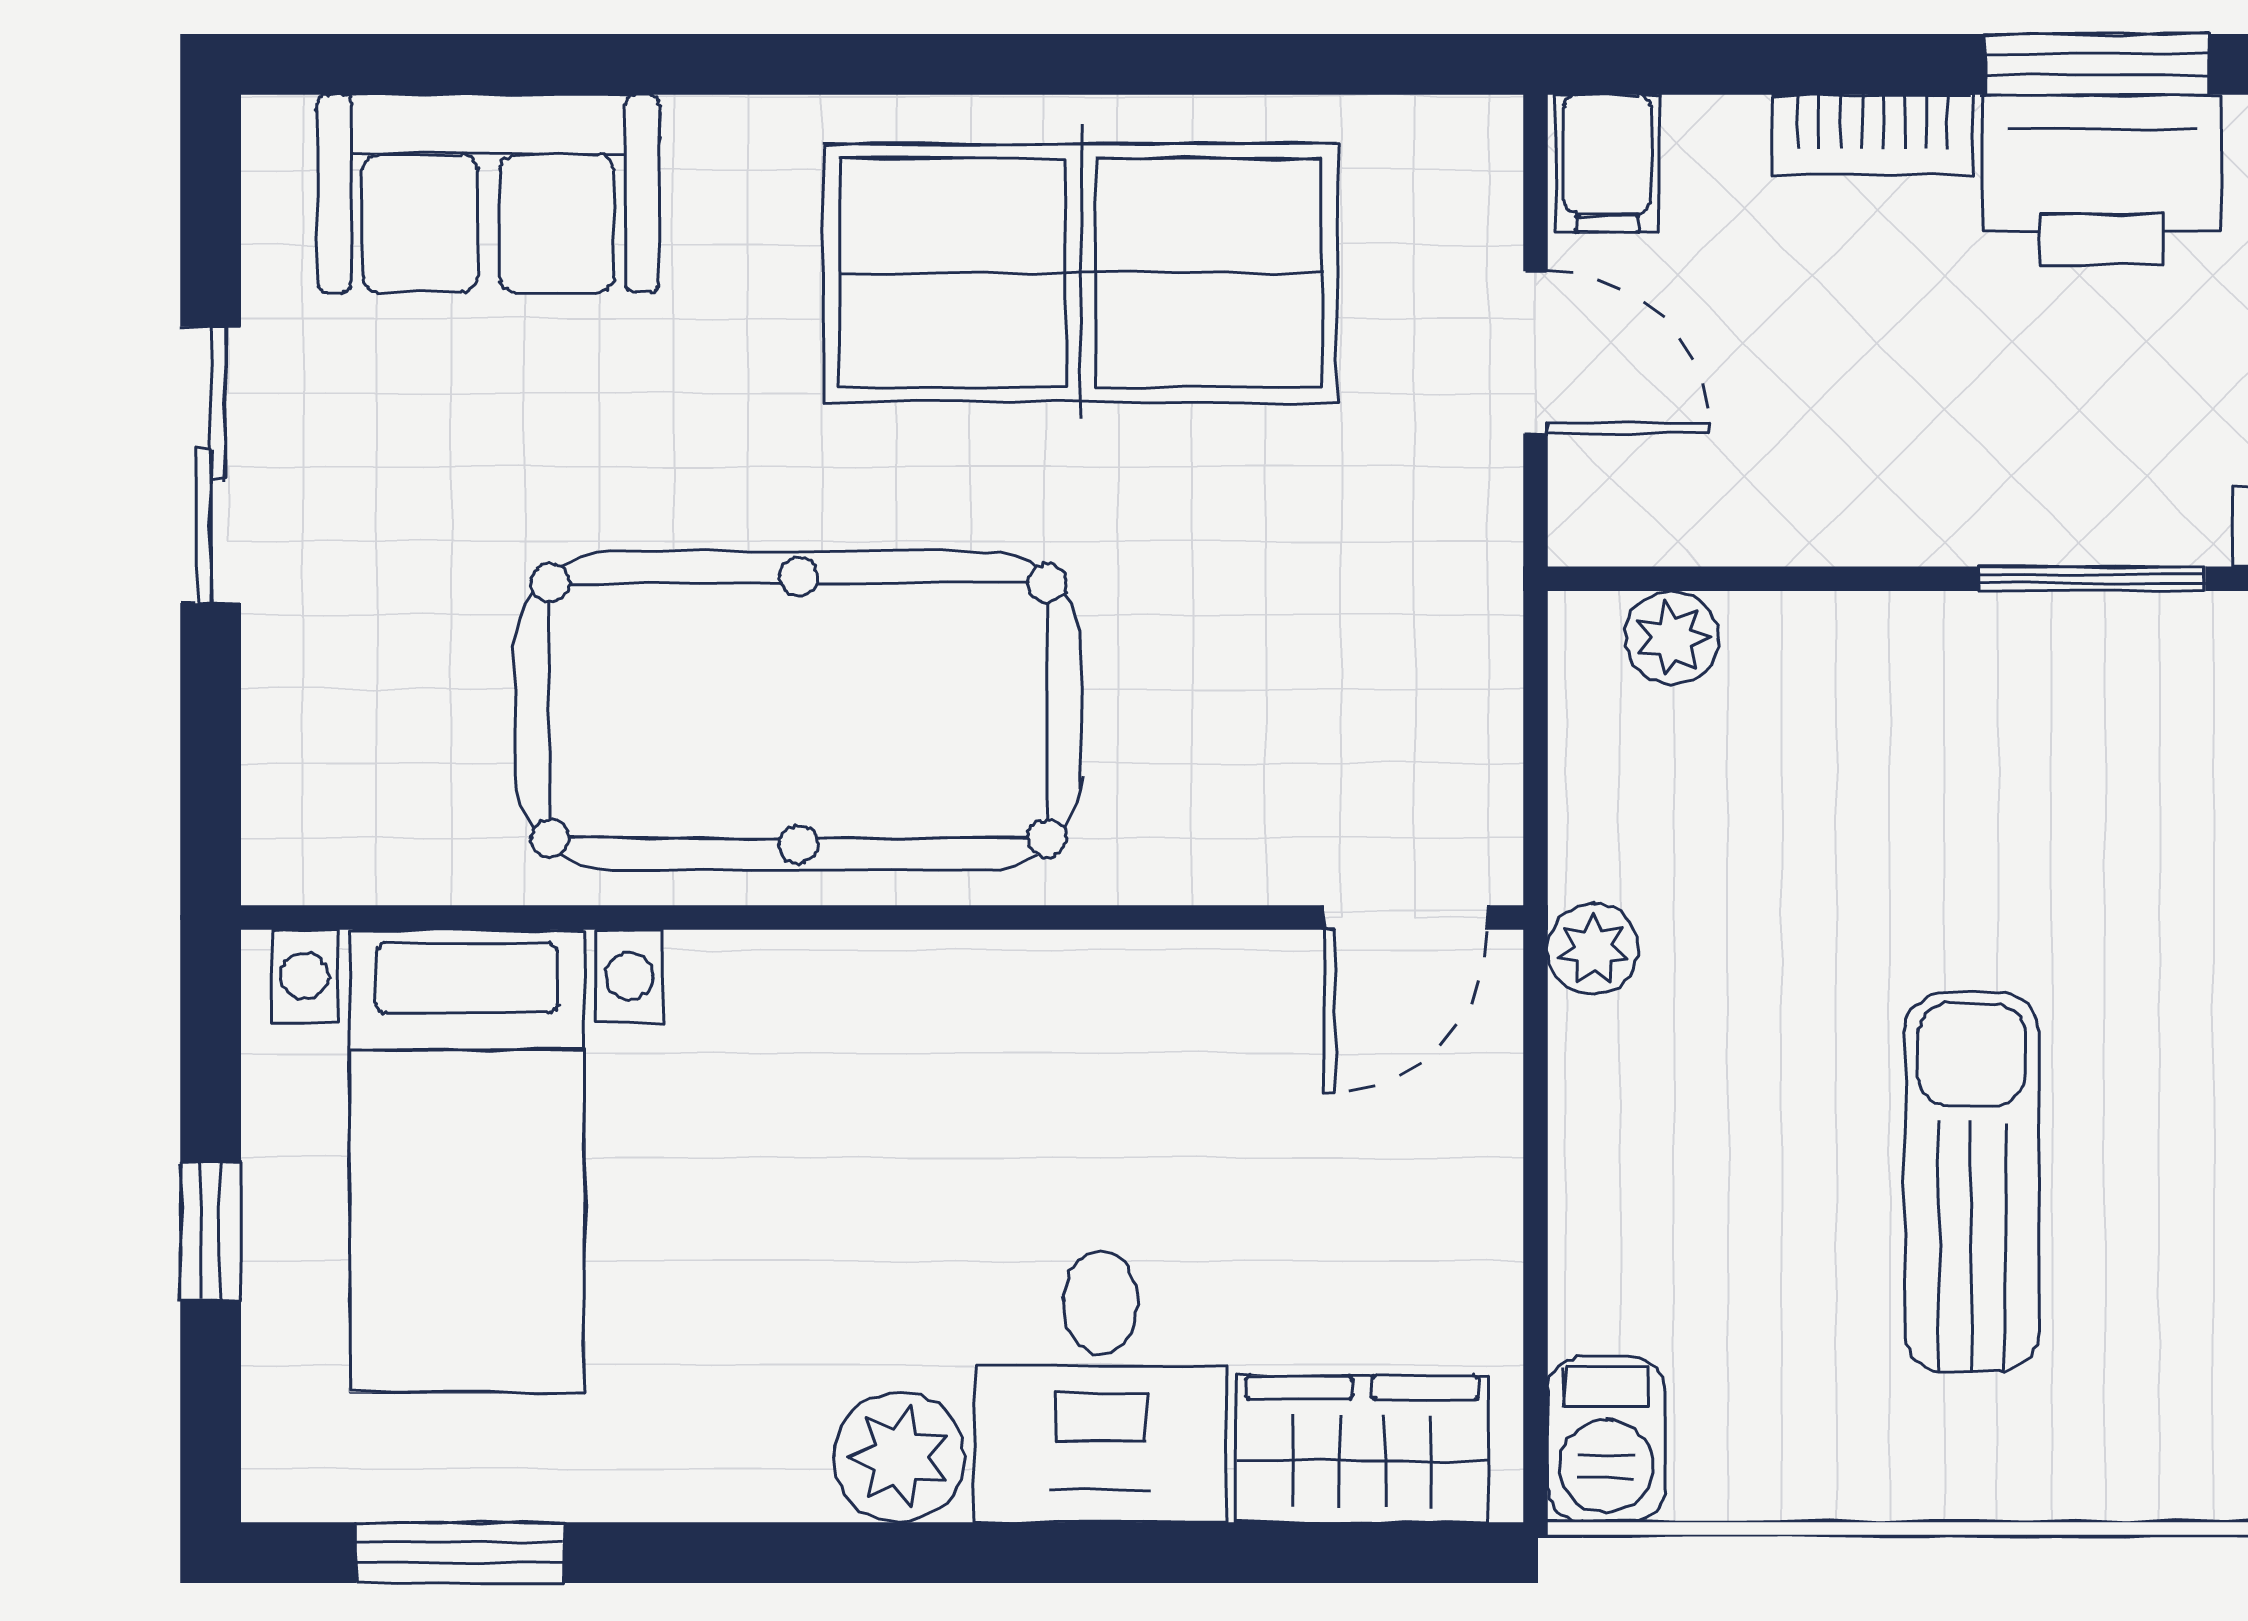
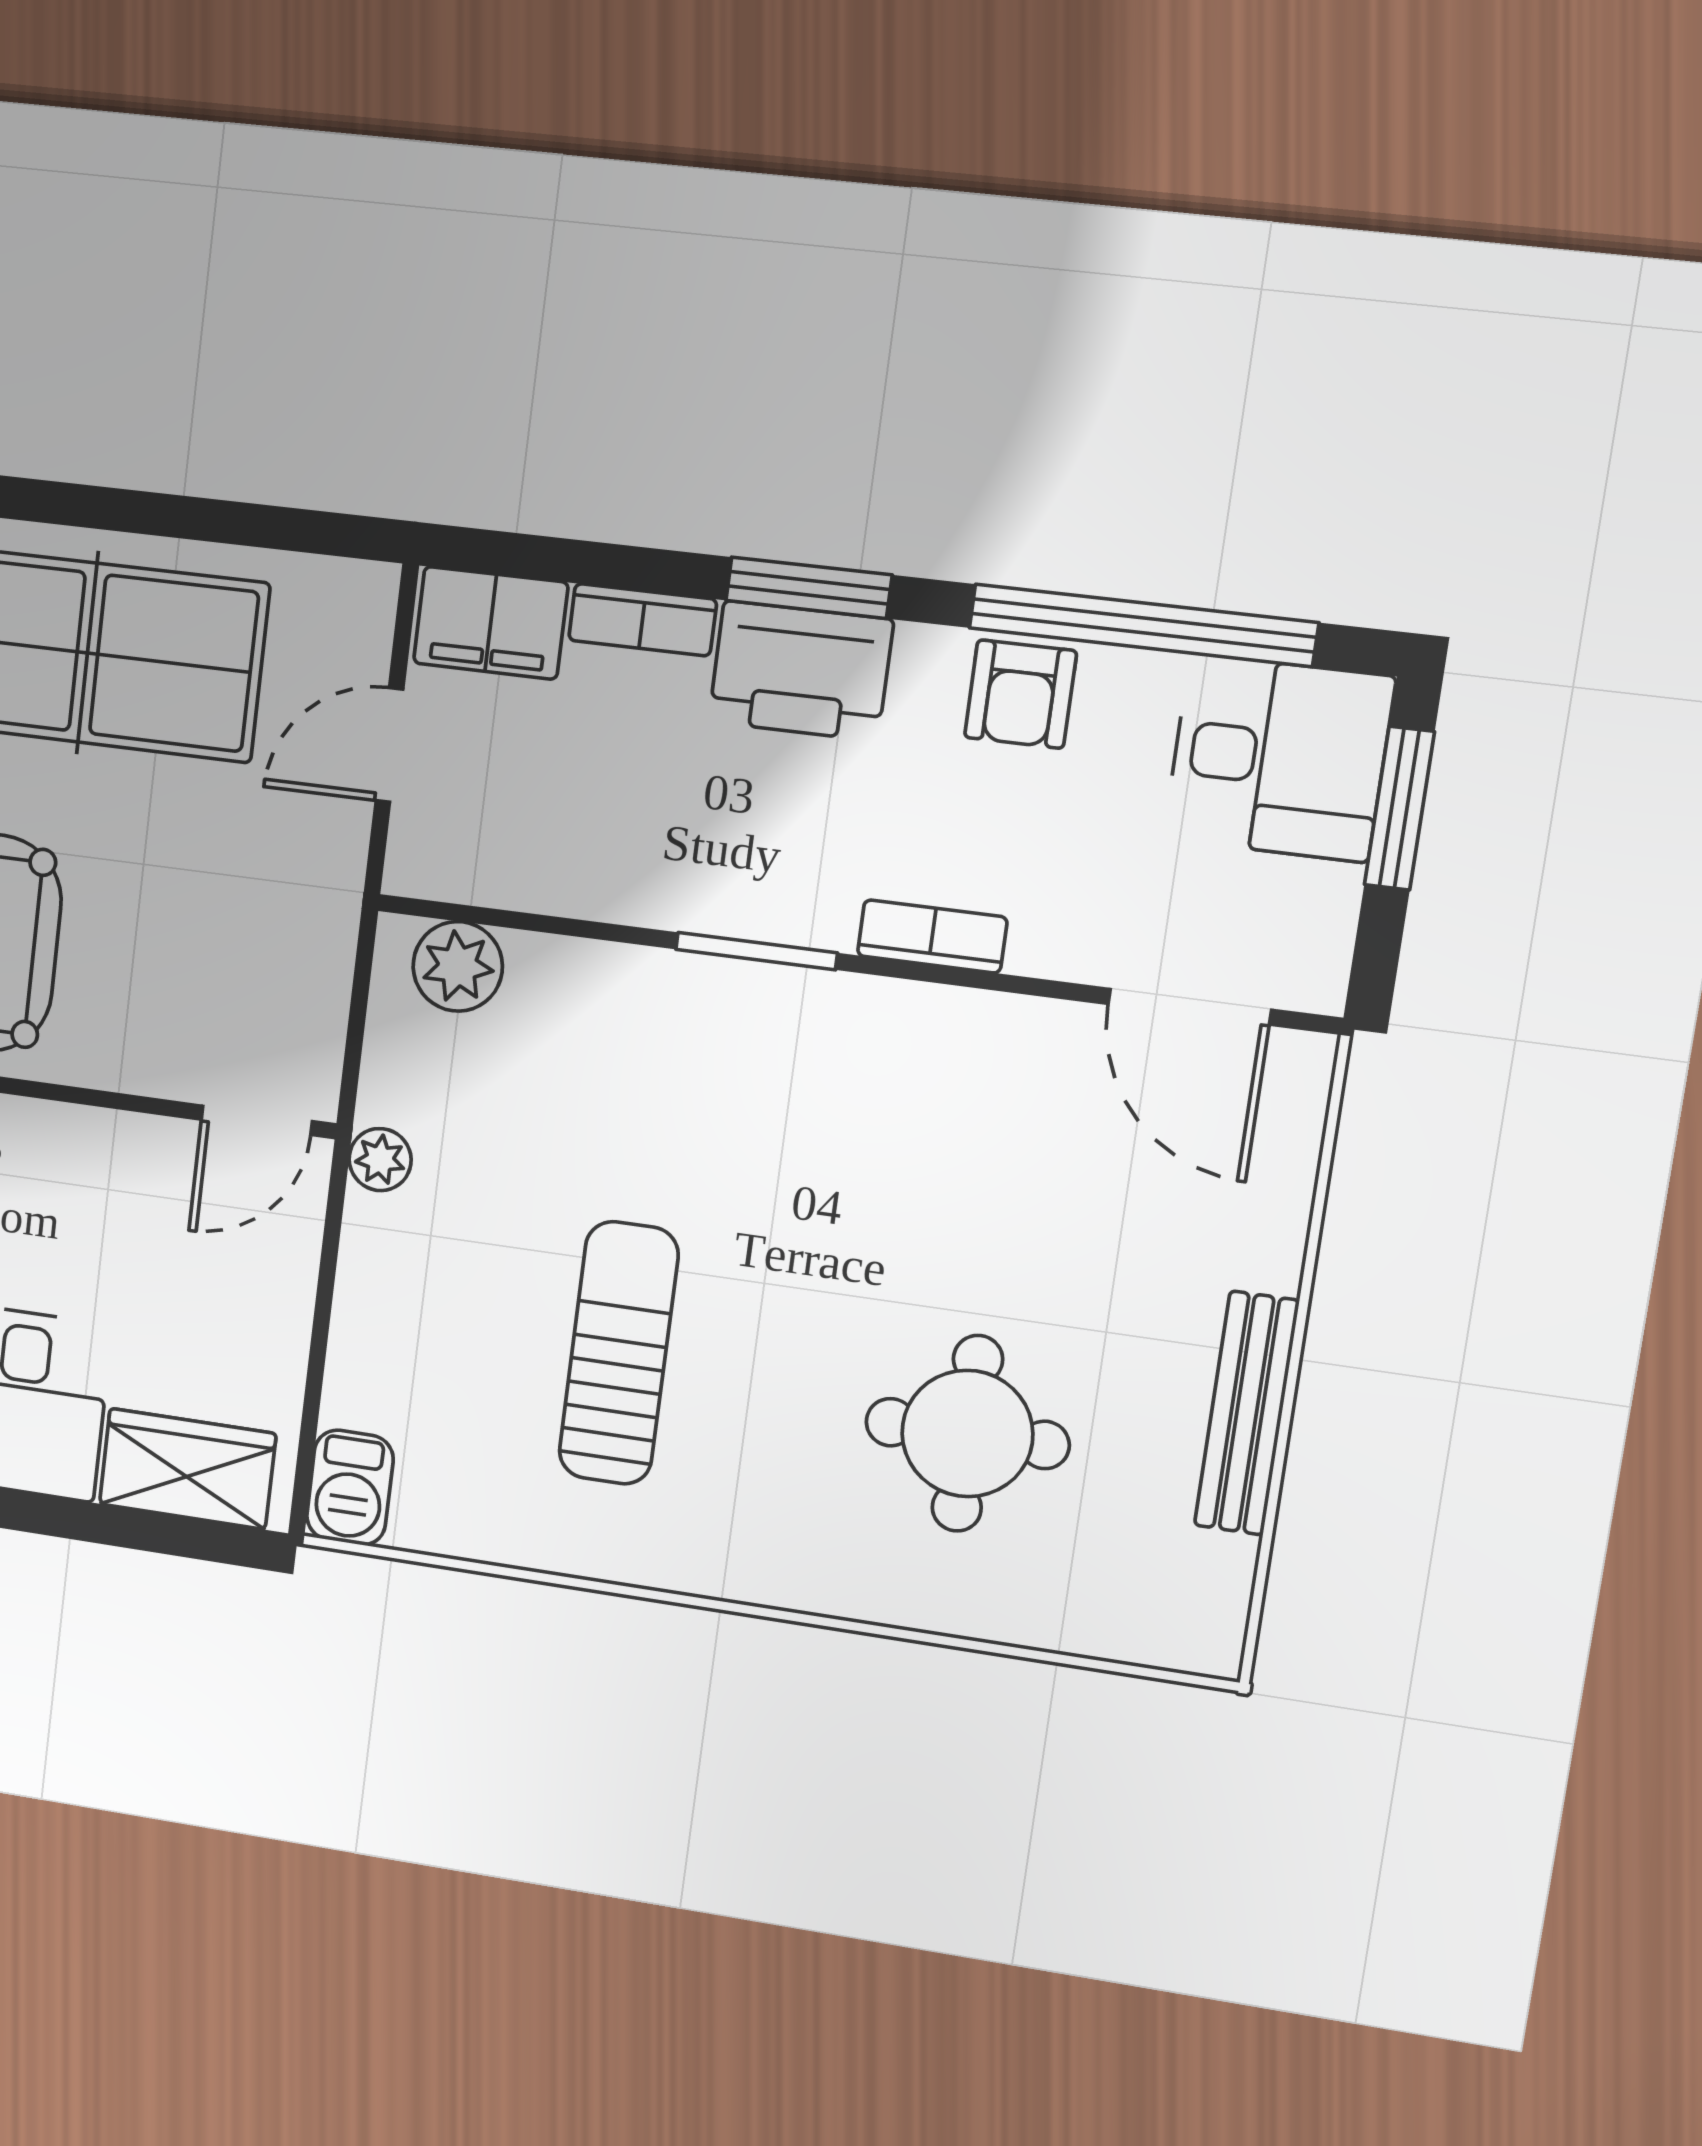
filing cabinet: (1608, 164) -> (491, 623), width x2.00
door: (1535, 352) -> (389, 745), swing flipped
plant: (1672, 638) -> (458, 966), width x1.38, depth x1.38

